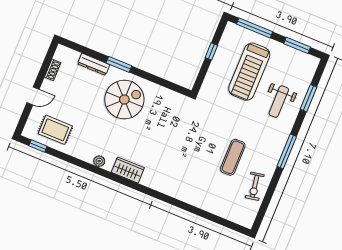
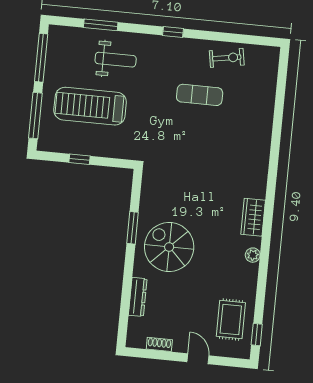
window: (297, 45) -> (41, 58), width x1.44
window: (119, 64) -> (132, 228), moved
treadmill: (249, 72) -> (90, 106), turned 180
window: (287, 151) -> (173, 32), width x0.46

